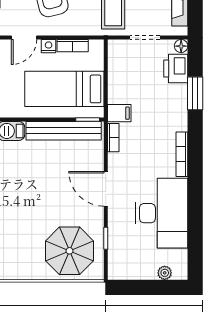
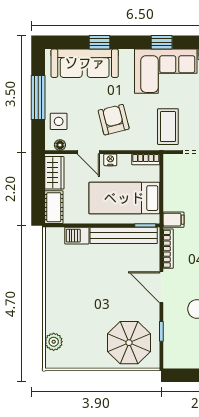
door: (24, 38) -> (88, 152), hinge flipped
bookcase: (73, 46) -> (146, 159), moved
bookcase: (113, 138) -> (168, 249), width x1.56

